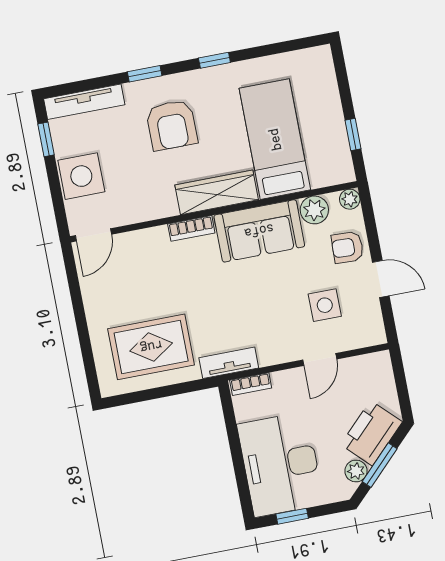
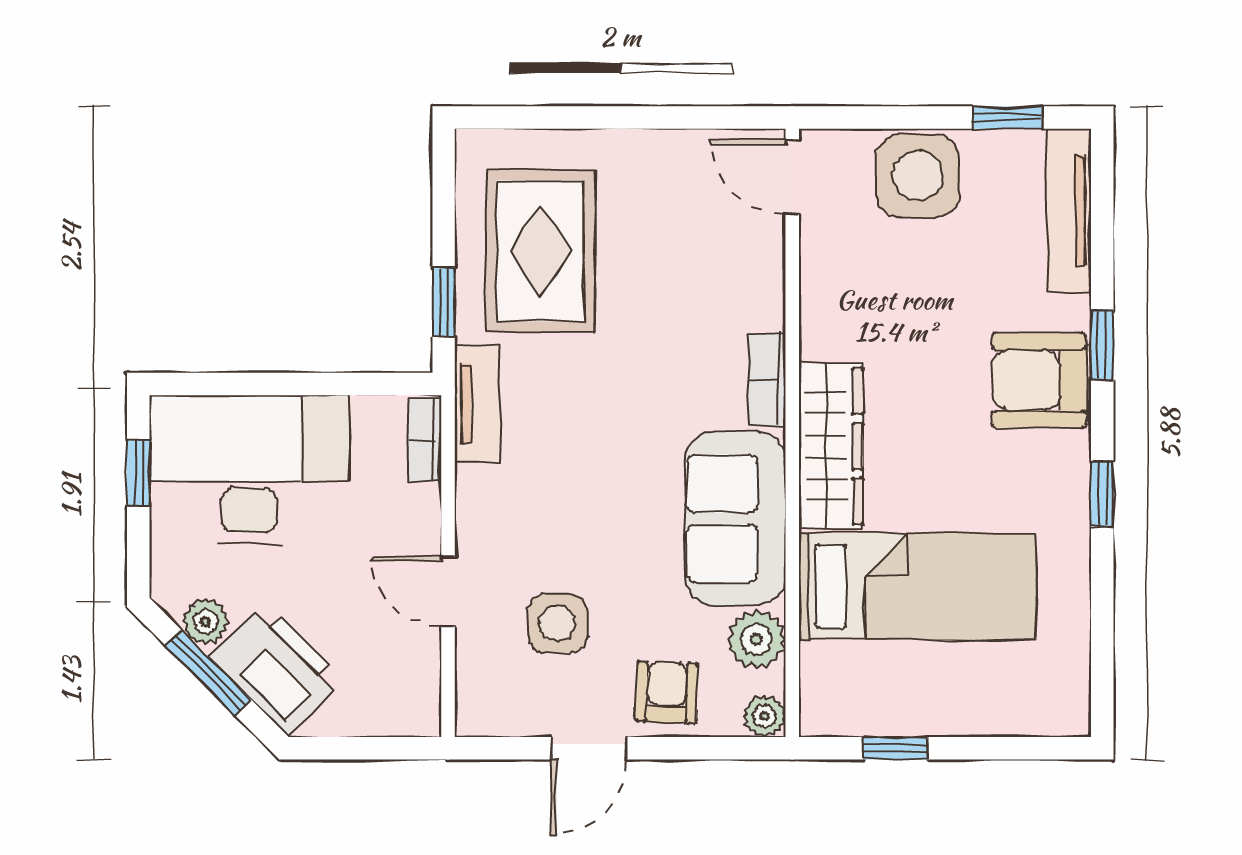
armchair: (172, 125) -> (1039, 380), moved
window: (184, 388) -> (444, 302), added

